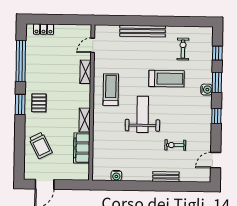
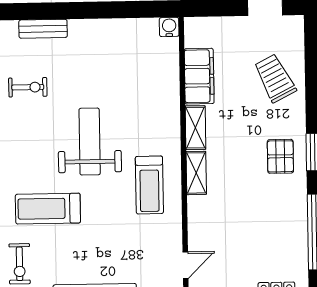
shelving: (85, 72) -> (196, 173), moved
weight bench: (143, 114) -> (90, 142), turned 180
water cooler: (116, 176) -> (169, 27), moved

